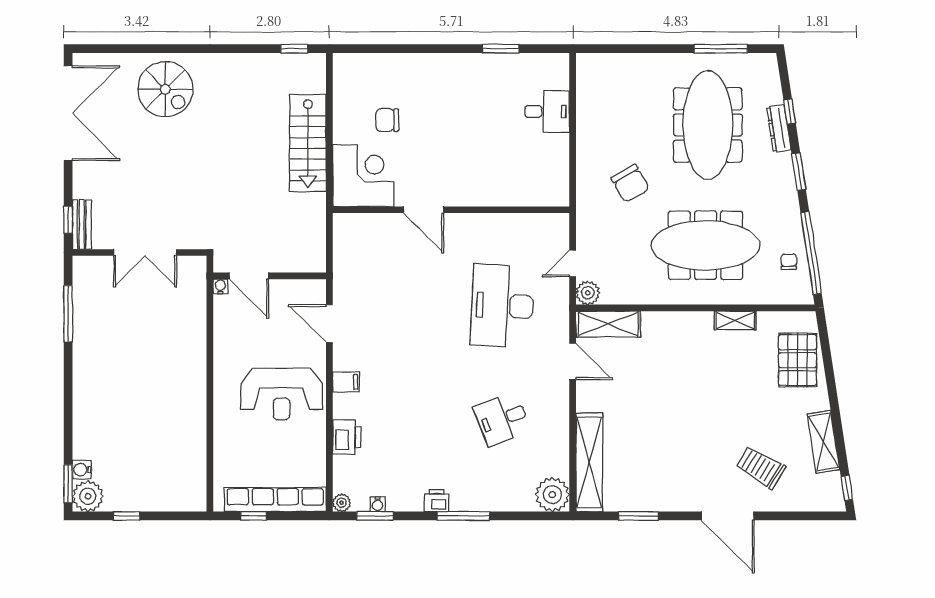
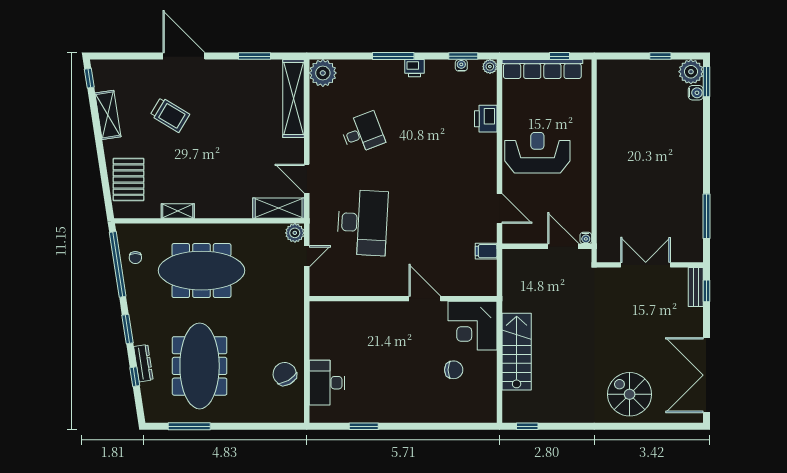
desk: (547, 112) -> (327, 383), width x1.37
chair: (630, 183) -> (285, 374), moved
filing cabinet: (346, 382) -> (486, 251), moved
trolley: (761, 467) -> (170, 115), moved

